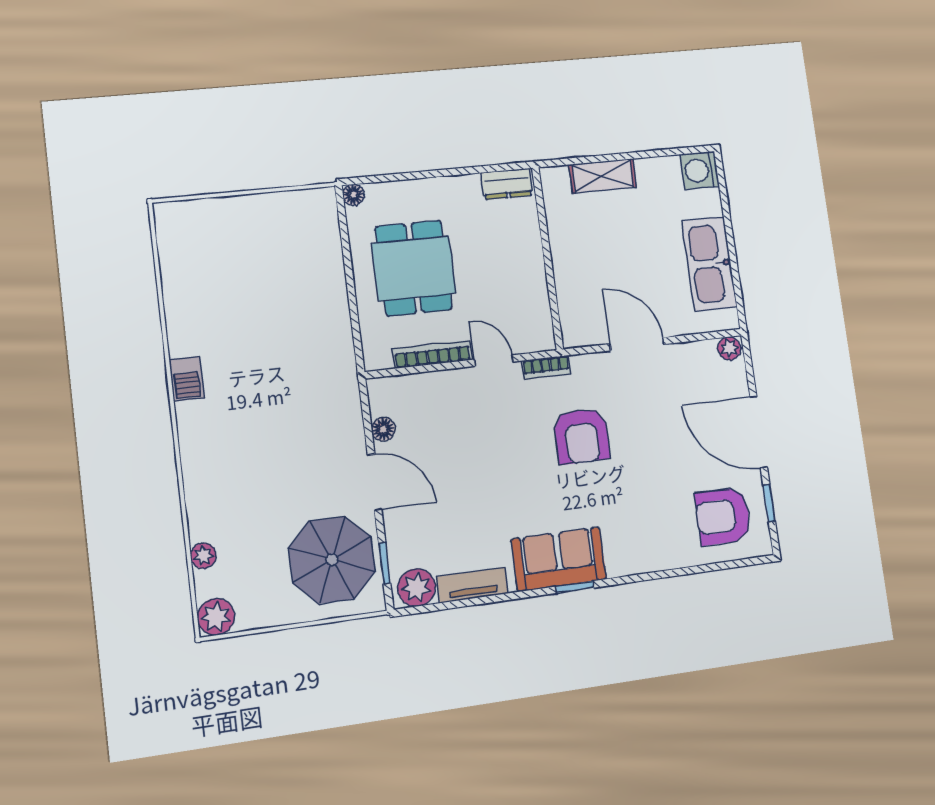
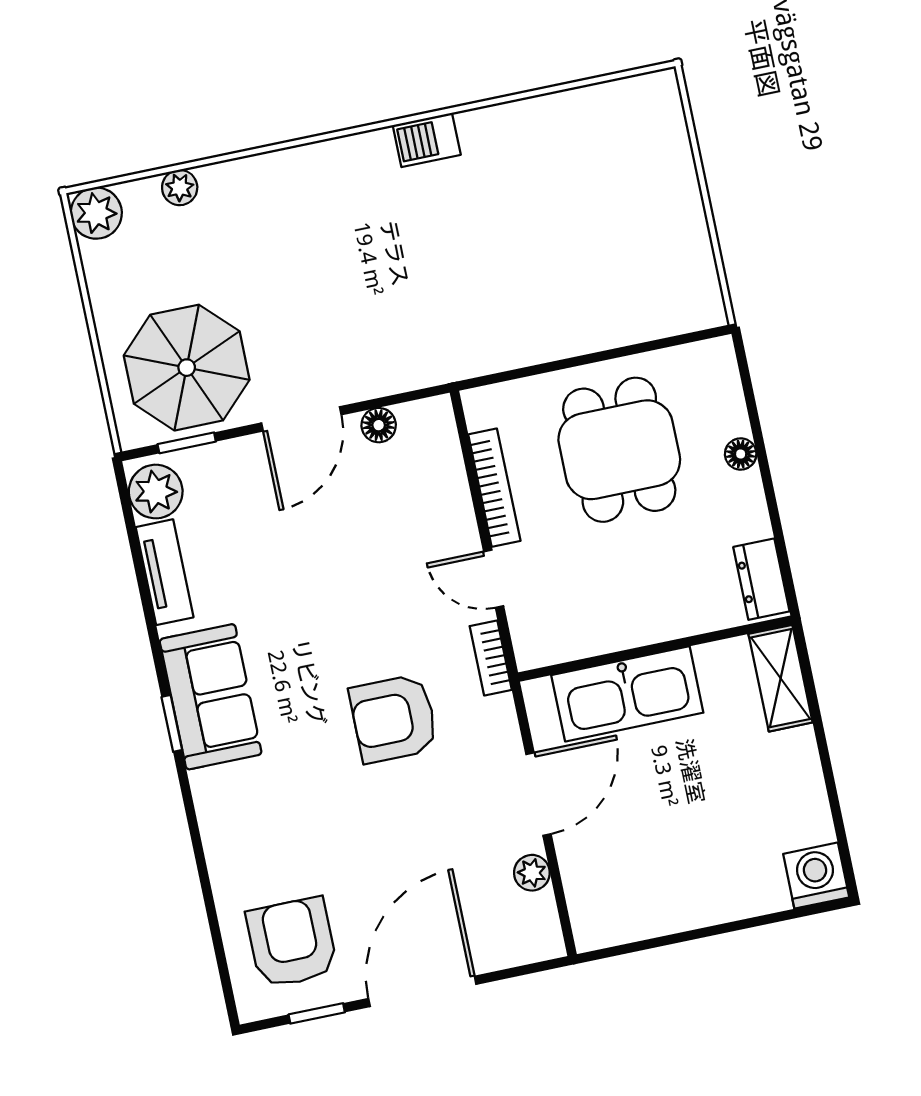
shelving: (603, 176) -> (781, 678), moved
floor lamp: (353, 195) -> (741, 454), moved
kitchen sink: (709, 264) -> (627, 694), moved, turned 180
dining table: (414, 268) -> (619, 450), turned 90
plant: (729, 348) -> (532, 873), moved
door: (494, 361) -> (494, 579), swing flipped

